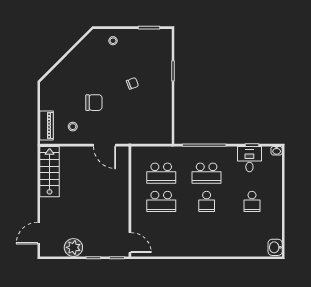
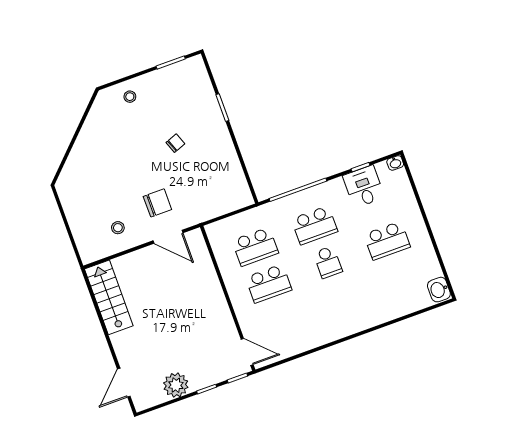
chair: (94, 103) -> (157, 203), moved
piano: (46, 125) -> (83, 239), removed
school desk: (252, 201) -> (387, 241), width x1.85

